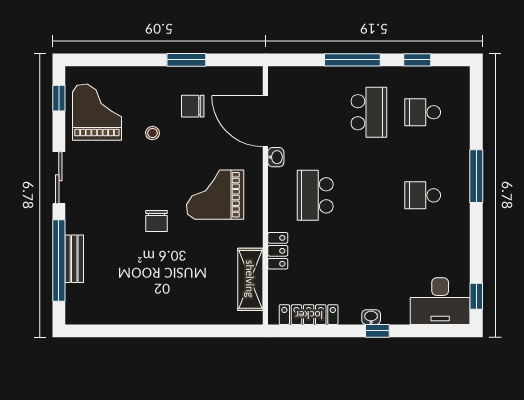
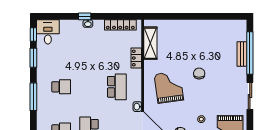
grand piano: (215, 195) -> (169, 87), turned -98
window: (476, 251) -> (33, 58), added
desk: (440, 301) -> (48, 32), width x0.73

